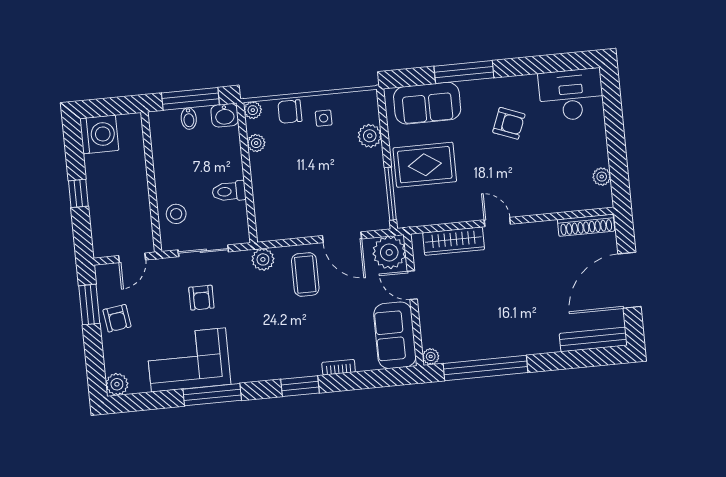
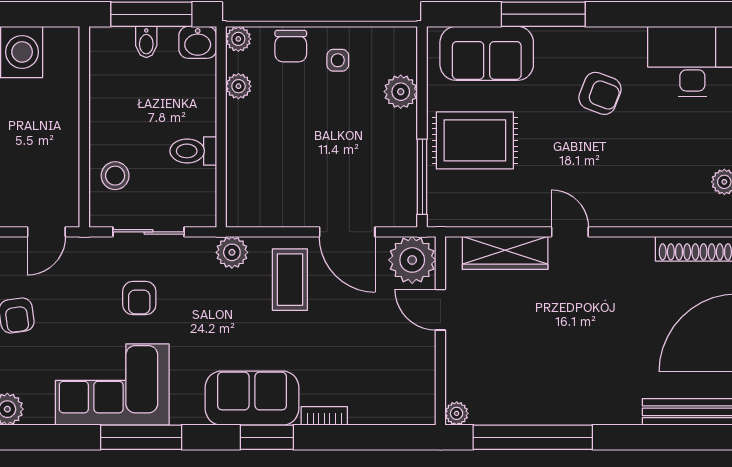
chair: (290, 111) -> (291, 46), turned -90
sofa: (395, 335) -> (252, 398), moved, turned 90

